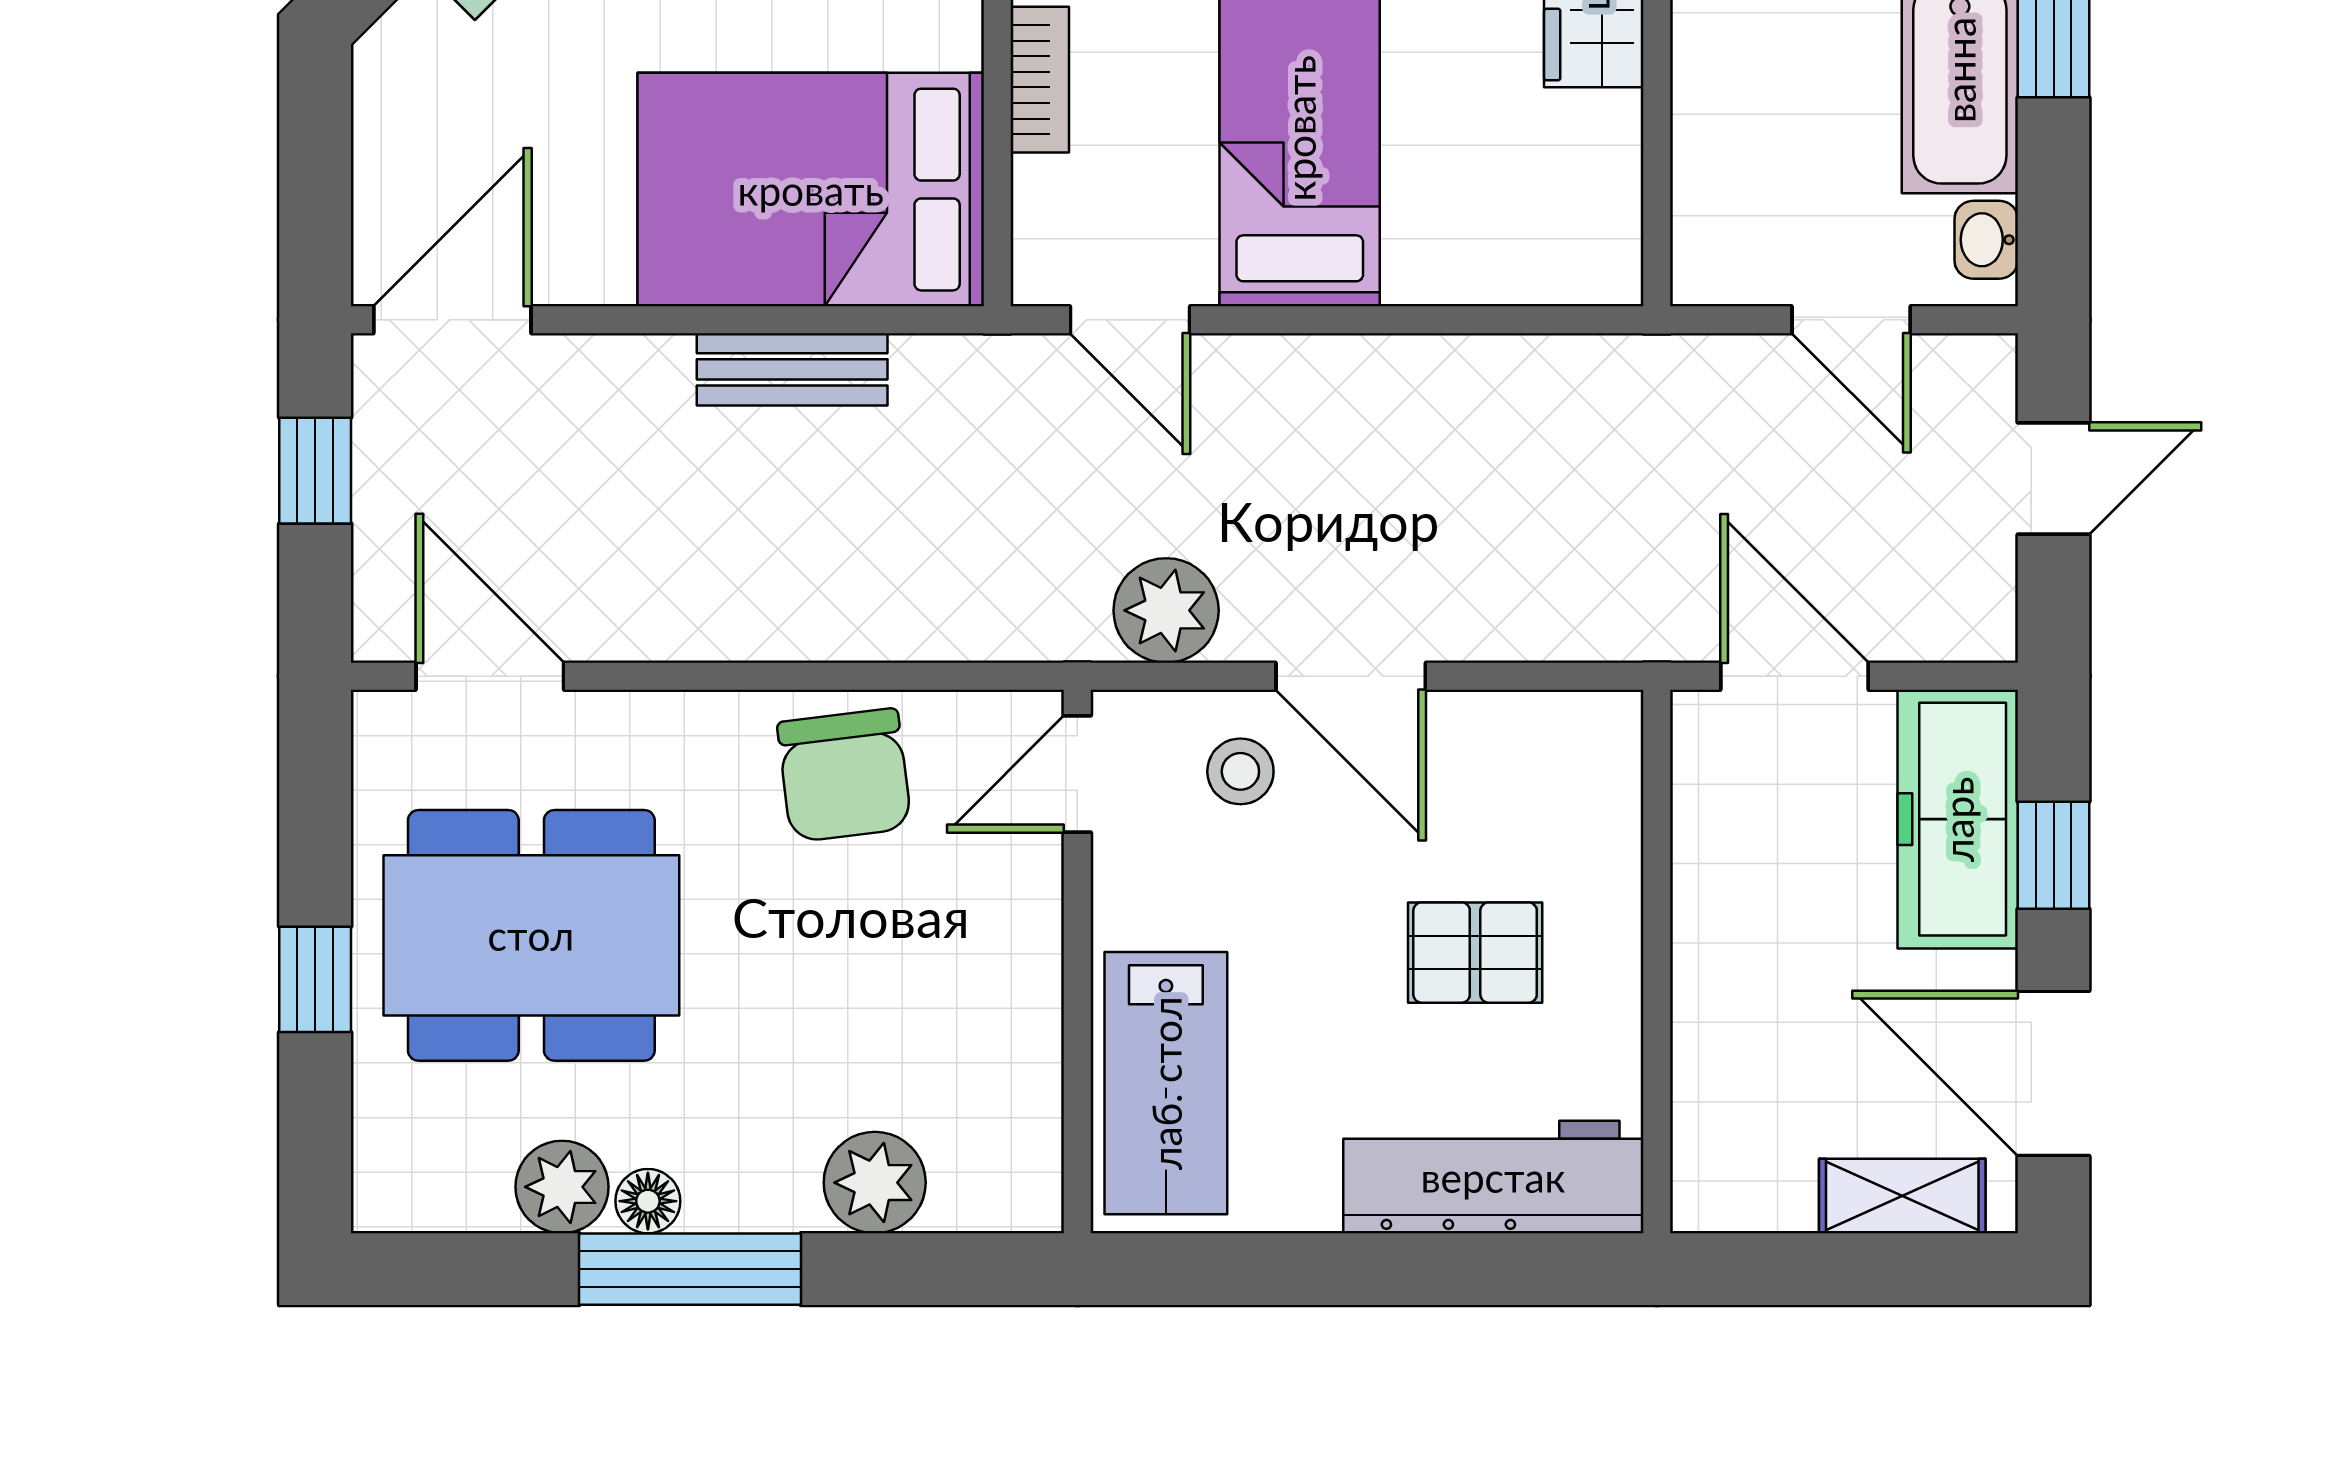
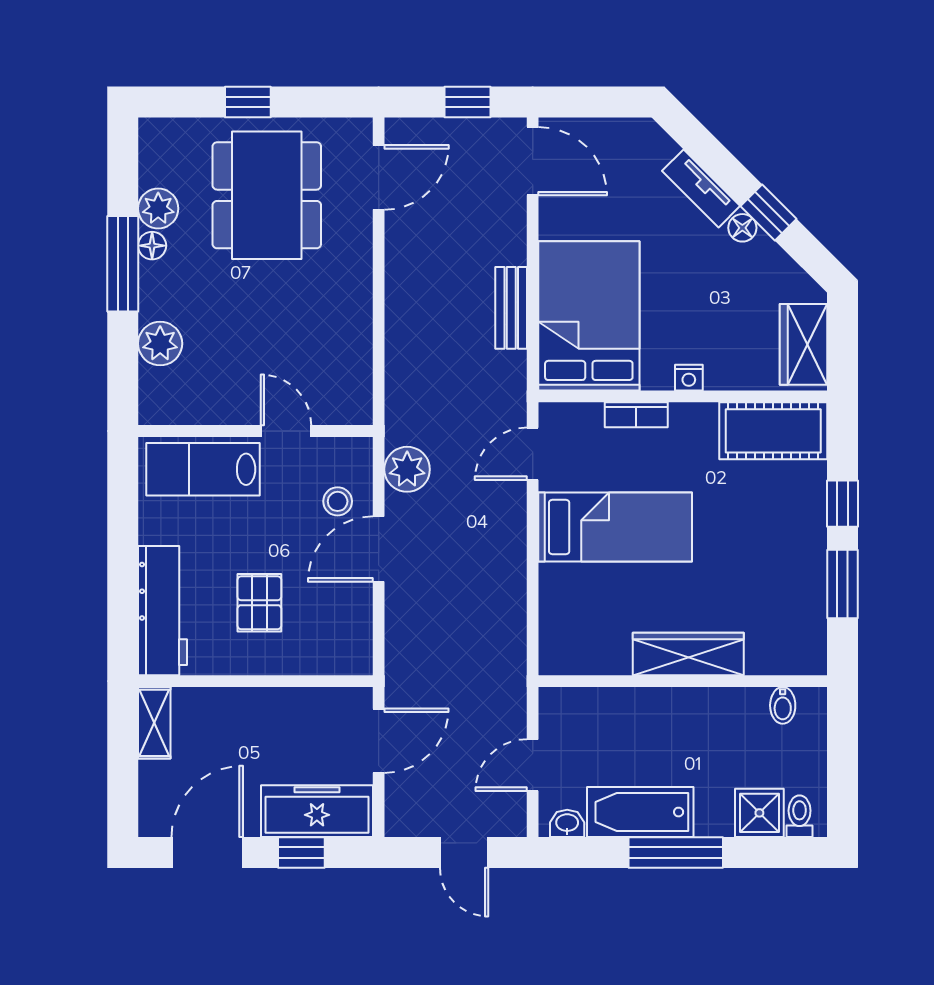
door: (1077, 774) -> (286, 431), moved
chair: (844, 775) -> (336, 330), removed
shelving: (1902, 1196) -> (154, 723), moved

